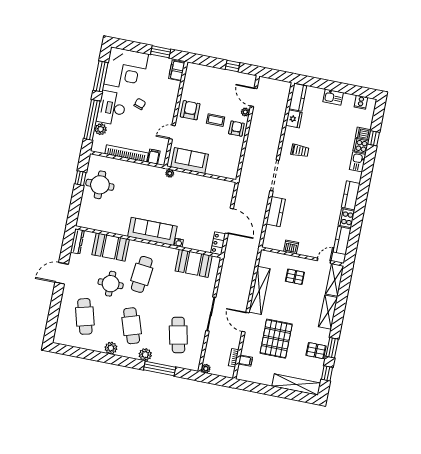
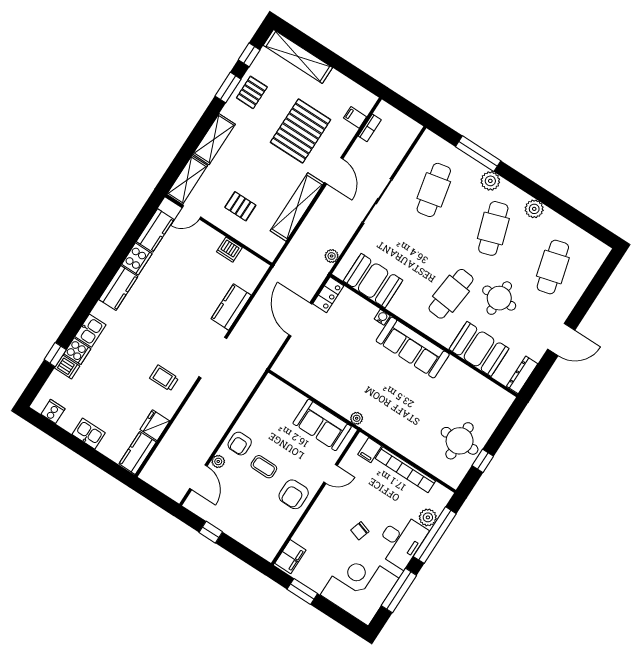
pallet: (316, 351) -> (252, 92), turned 90
plant: (206, 369) -> (332, 256), moved

